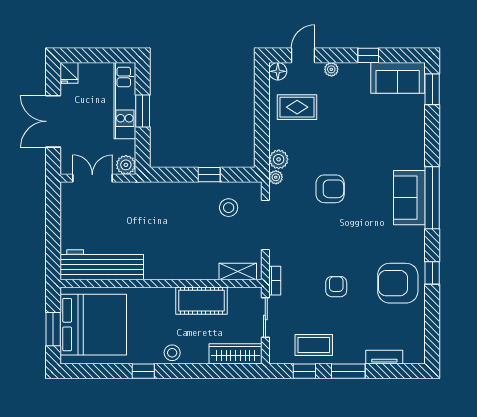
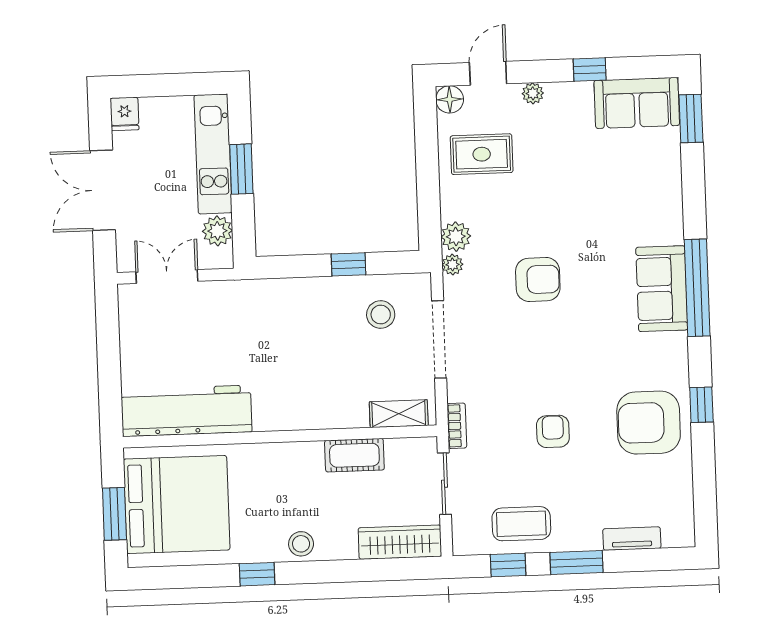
plant: (126, 165) -> (217, 231), moved
cot: (202, 301) -> (354, 455), width x0.73, depth x0.75

